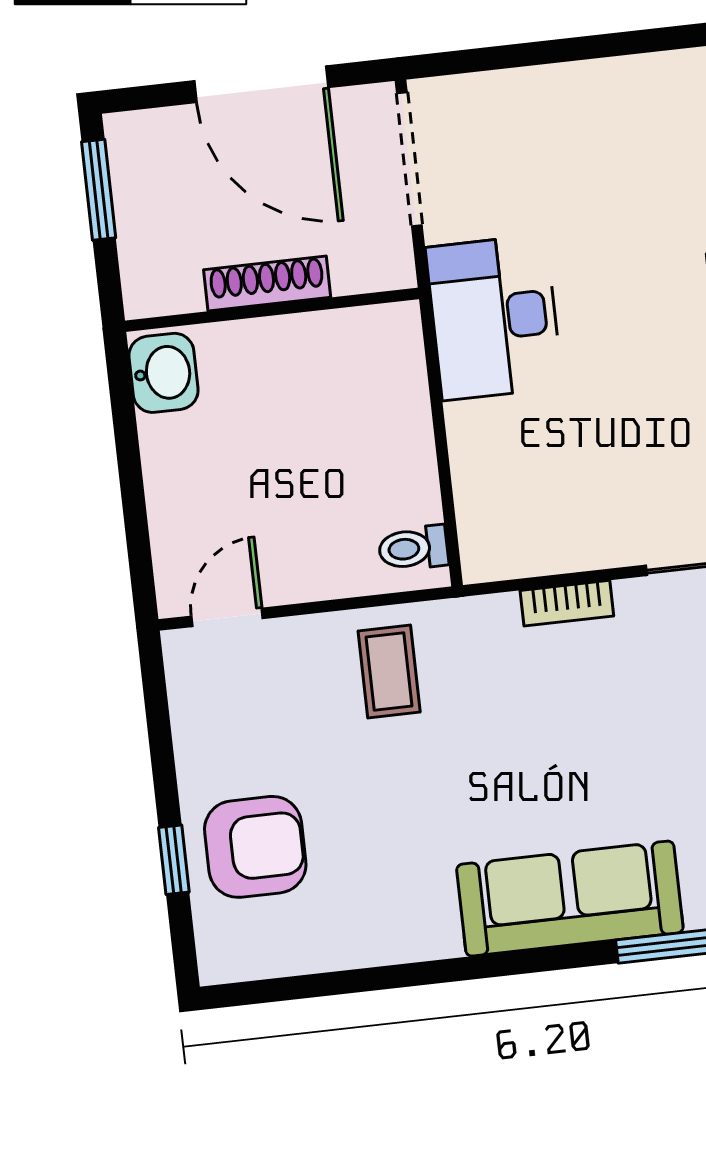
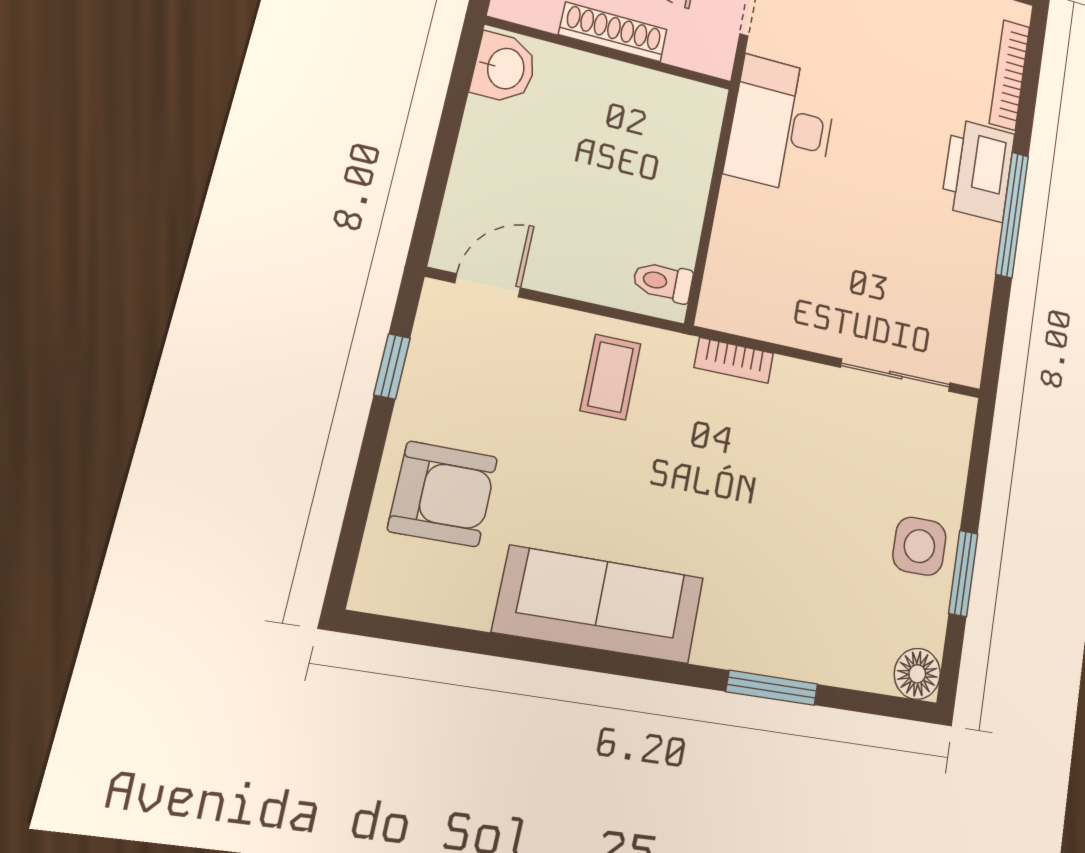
bookcase: (567, 603) -> (734, 360), moved
window: (174, 860) -> (392, 366), moved
sofa: (570, 899) -> (600, 605), moved

